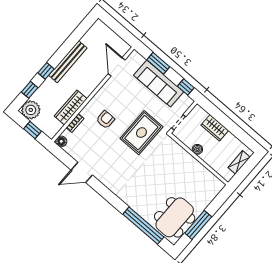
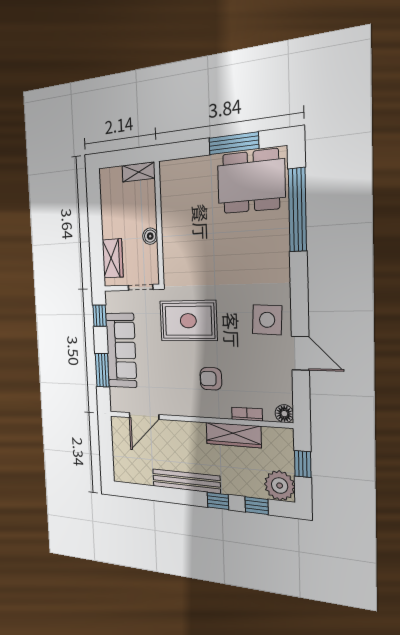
wardrobe: (215, 128) -> (113, 258), moved
shelving: (239, 162) -> (139, 172), moved
side table: (109, 171) -> (267, 320), added

